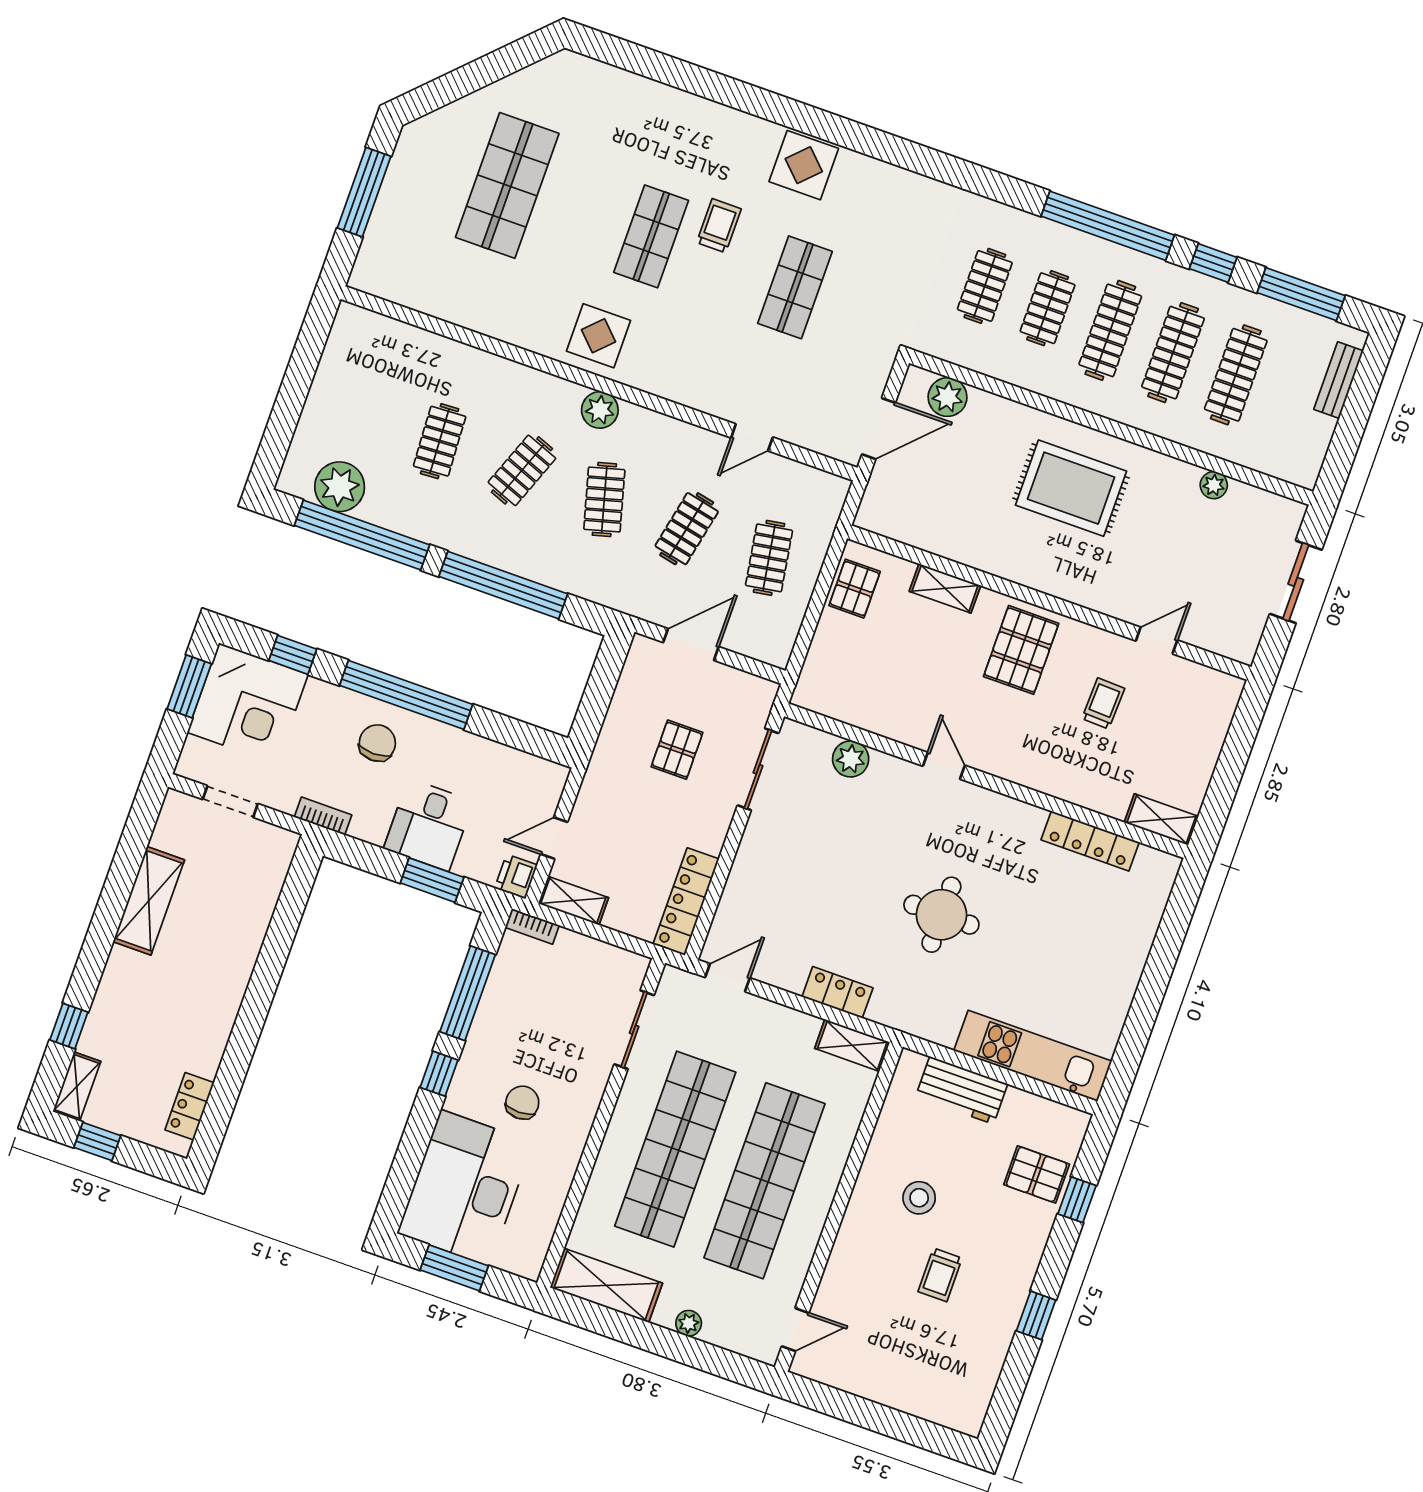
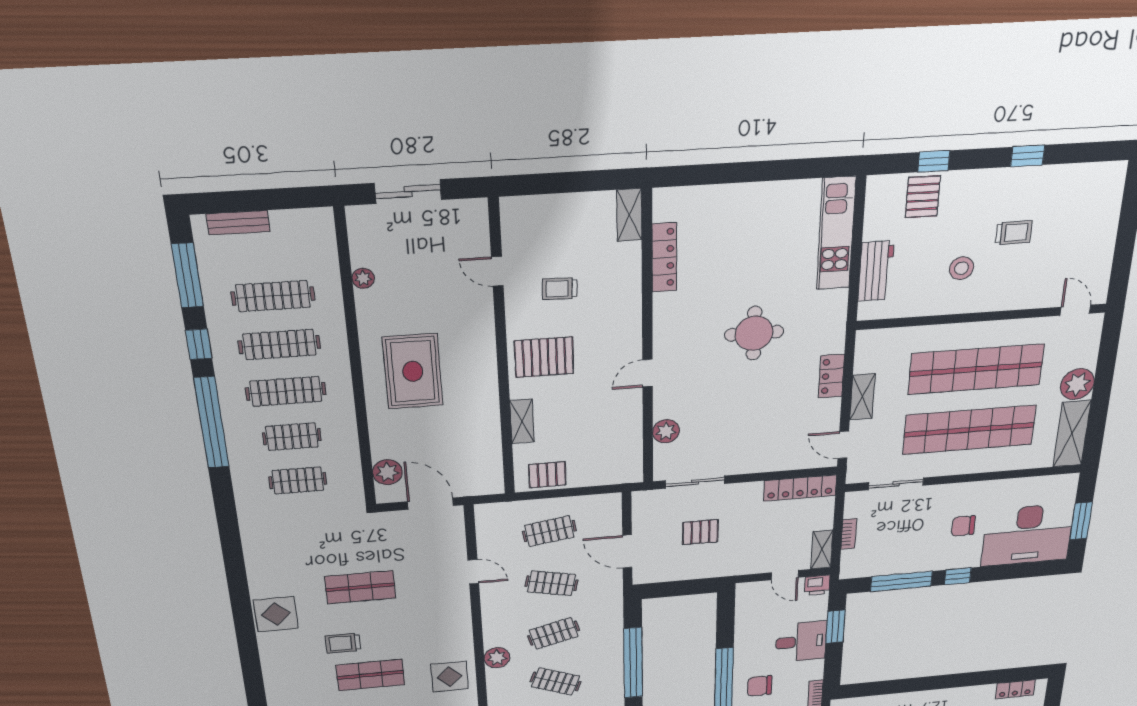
bookcase: (532, 926) -> (849, 534), moved
shelving: (852, 1045) -> (862, 397), moved
plant: (689, 1323) -> (1077, 384), width x1.88, depth x1.88

